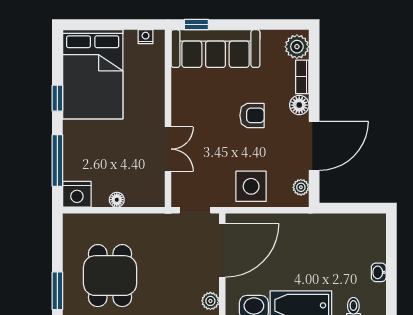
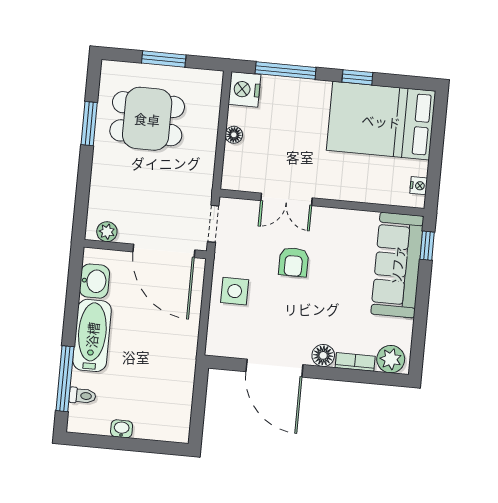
armchair: (252, 115) -> (294, 262), moved
side table: (251, 186) -> (235, 291), width x0.73, depth x0.73
plant: (301, 187) -> (228, 348), removed
window: (57, 291) -> (164, 59), moved

